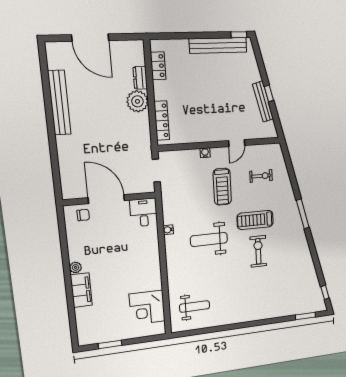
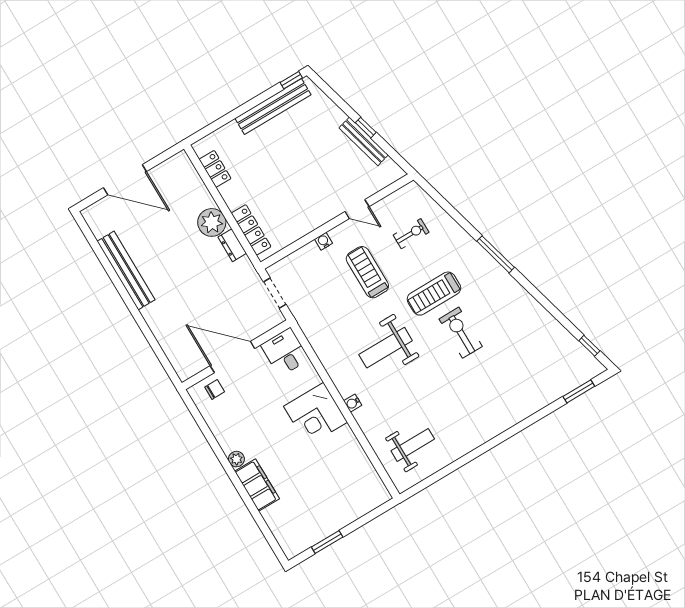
dresser: (140, 78) -> (232, 245), moved
door: (237, 143) -> (357, 209), hinge flipped
treadmill: (222, 187) -> (367, 272), turned 180
water cooler: (168, 230) -> (353, 403), moved
corner desk: (147, 308) -> (316, 414), moved

